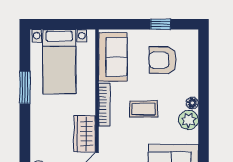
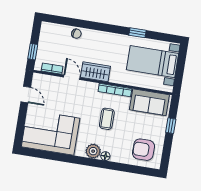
window: (161, 24) -> (171, 126), moved
armchair: (163, 60) -> (143, 150), moved, turned -90
window: (25, 87) -> (138, 33), width x0.67

